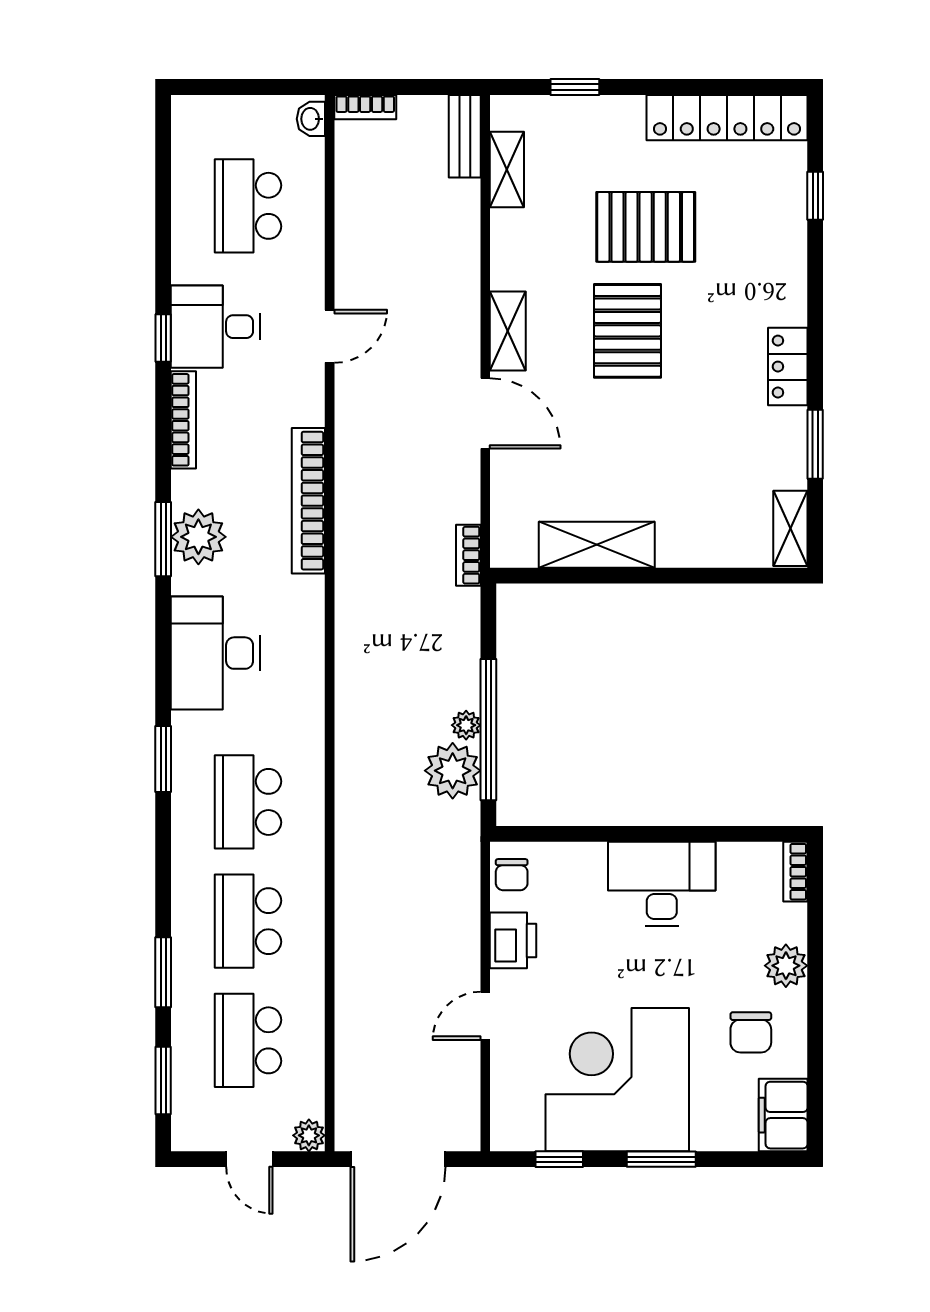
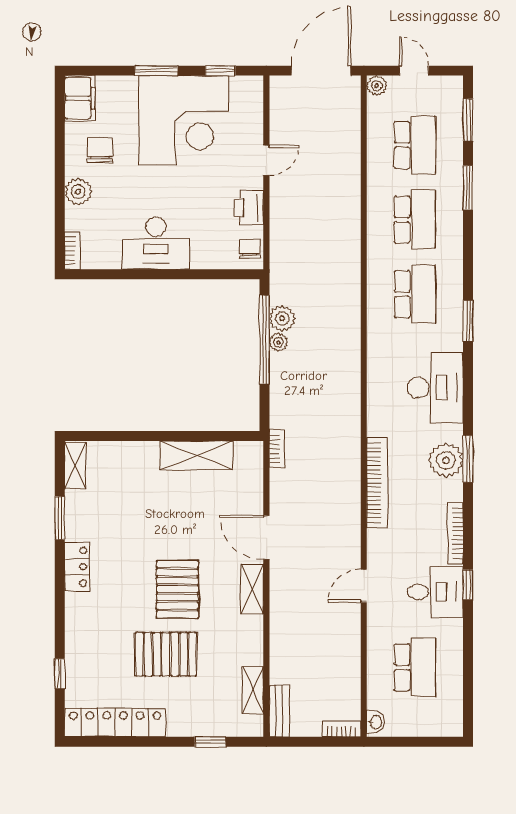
plant: (453, 771) -> (282, 318), width x0.73, depth x0.73

